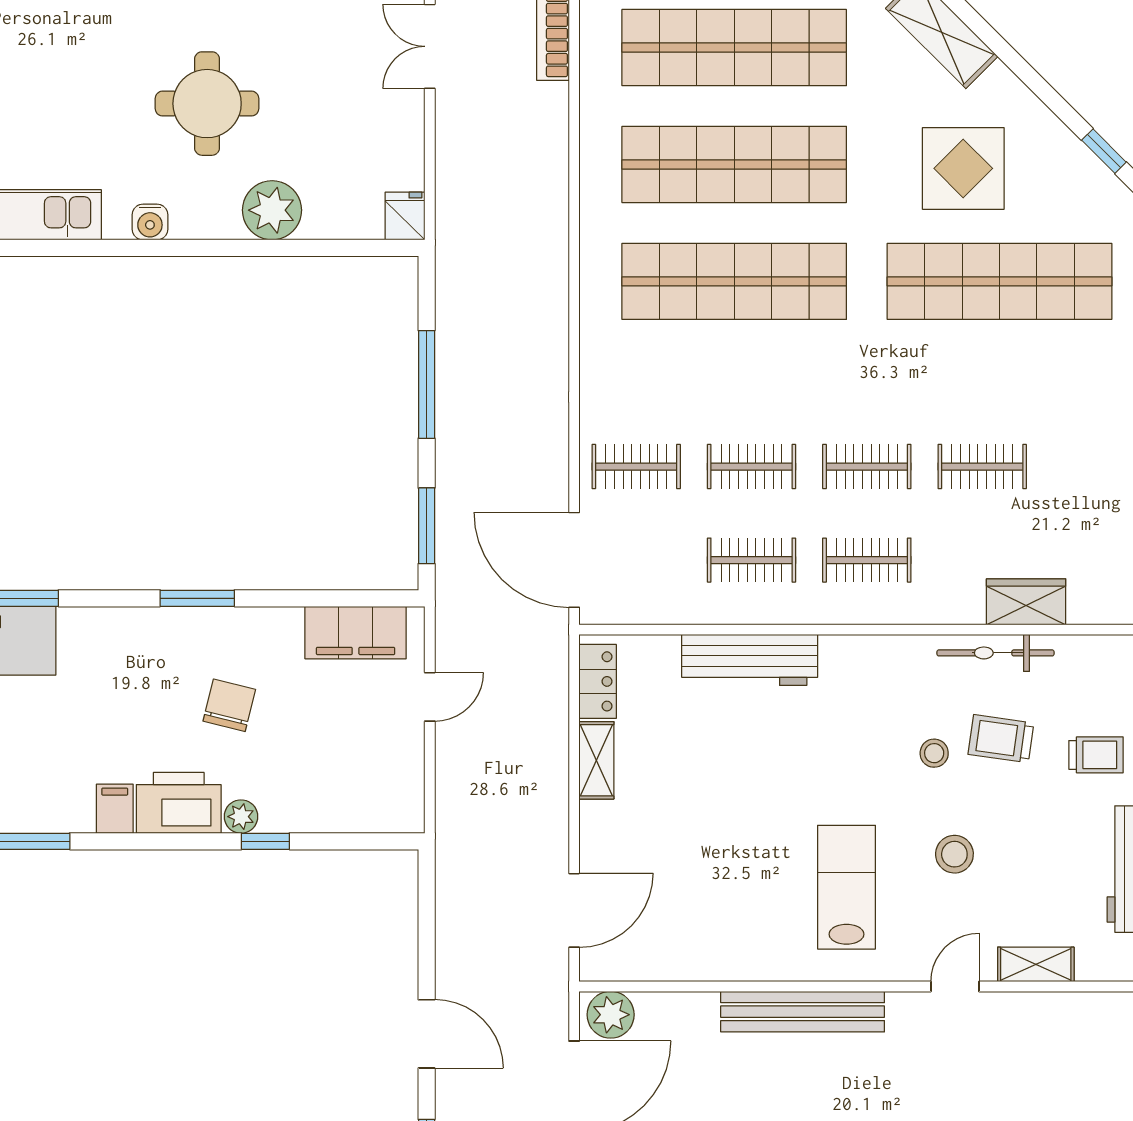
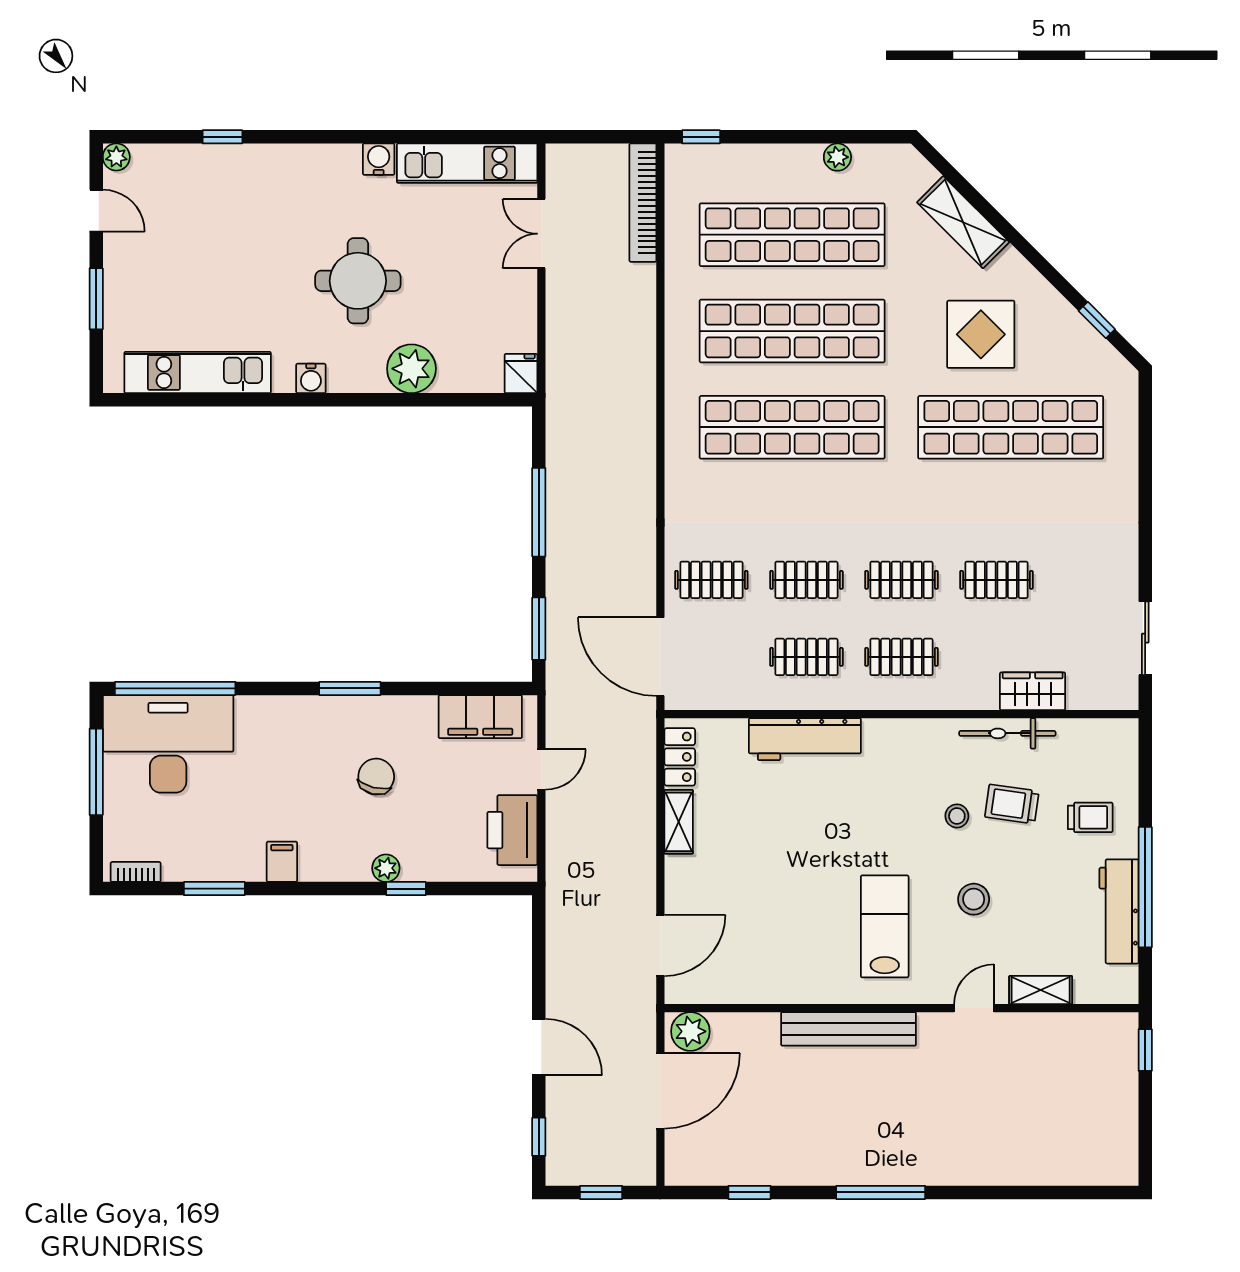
printer: (179, 803) -> (512, 830), moved, turned -90

